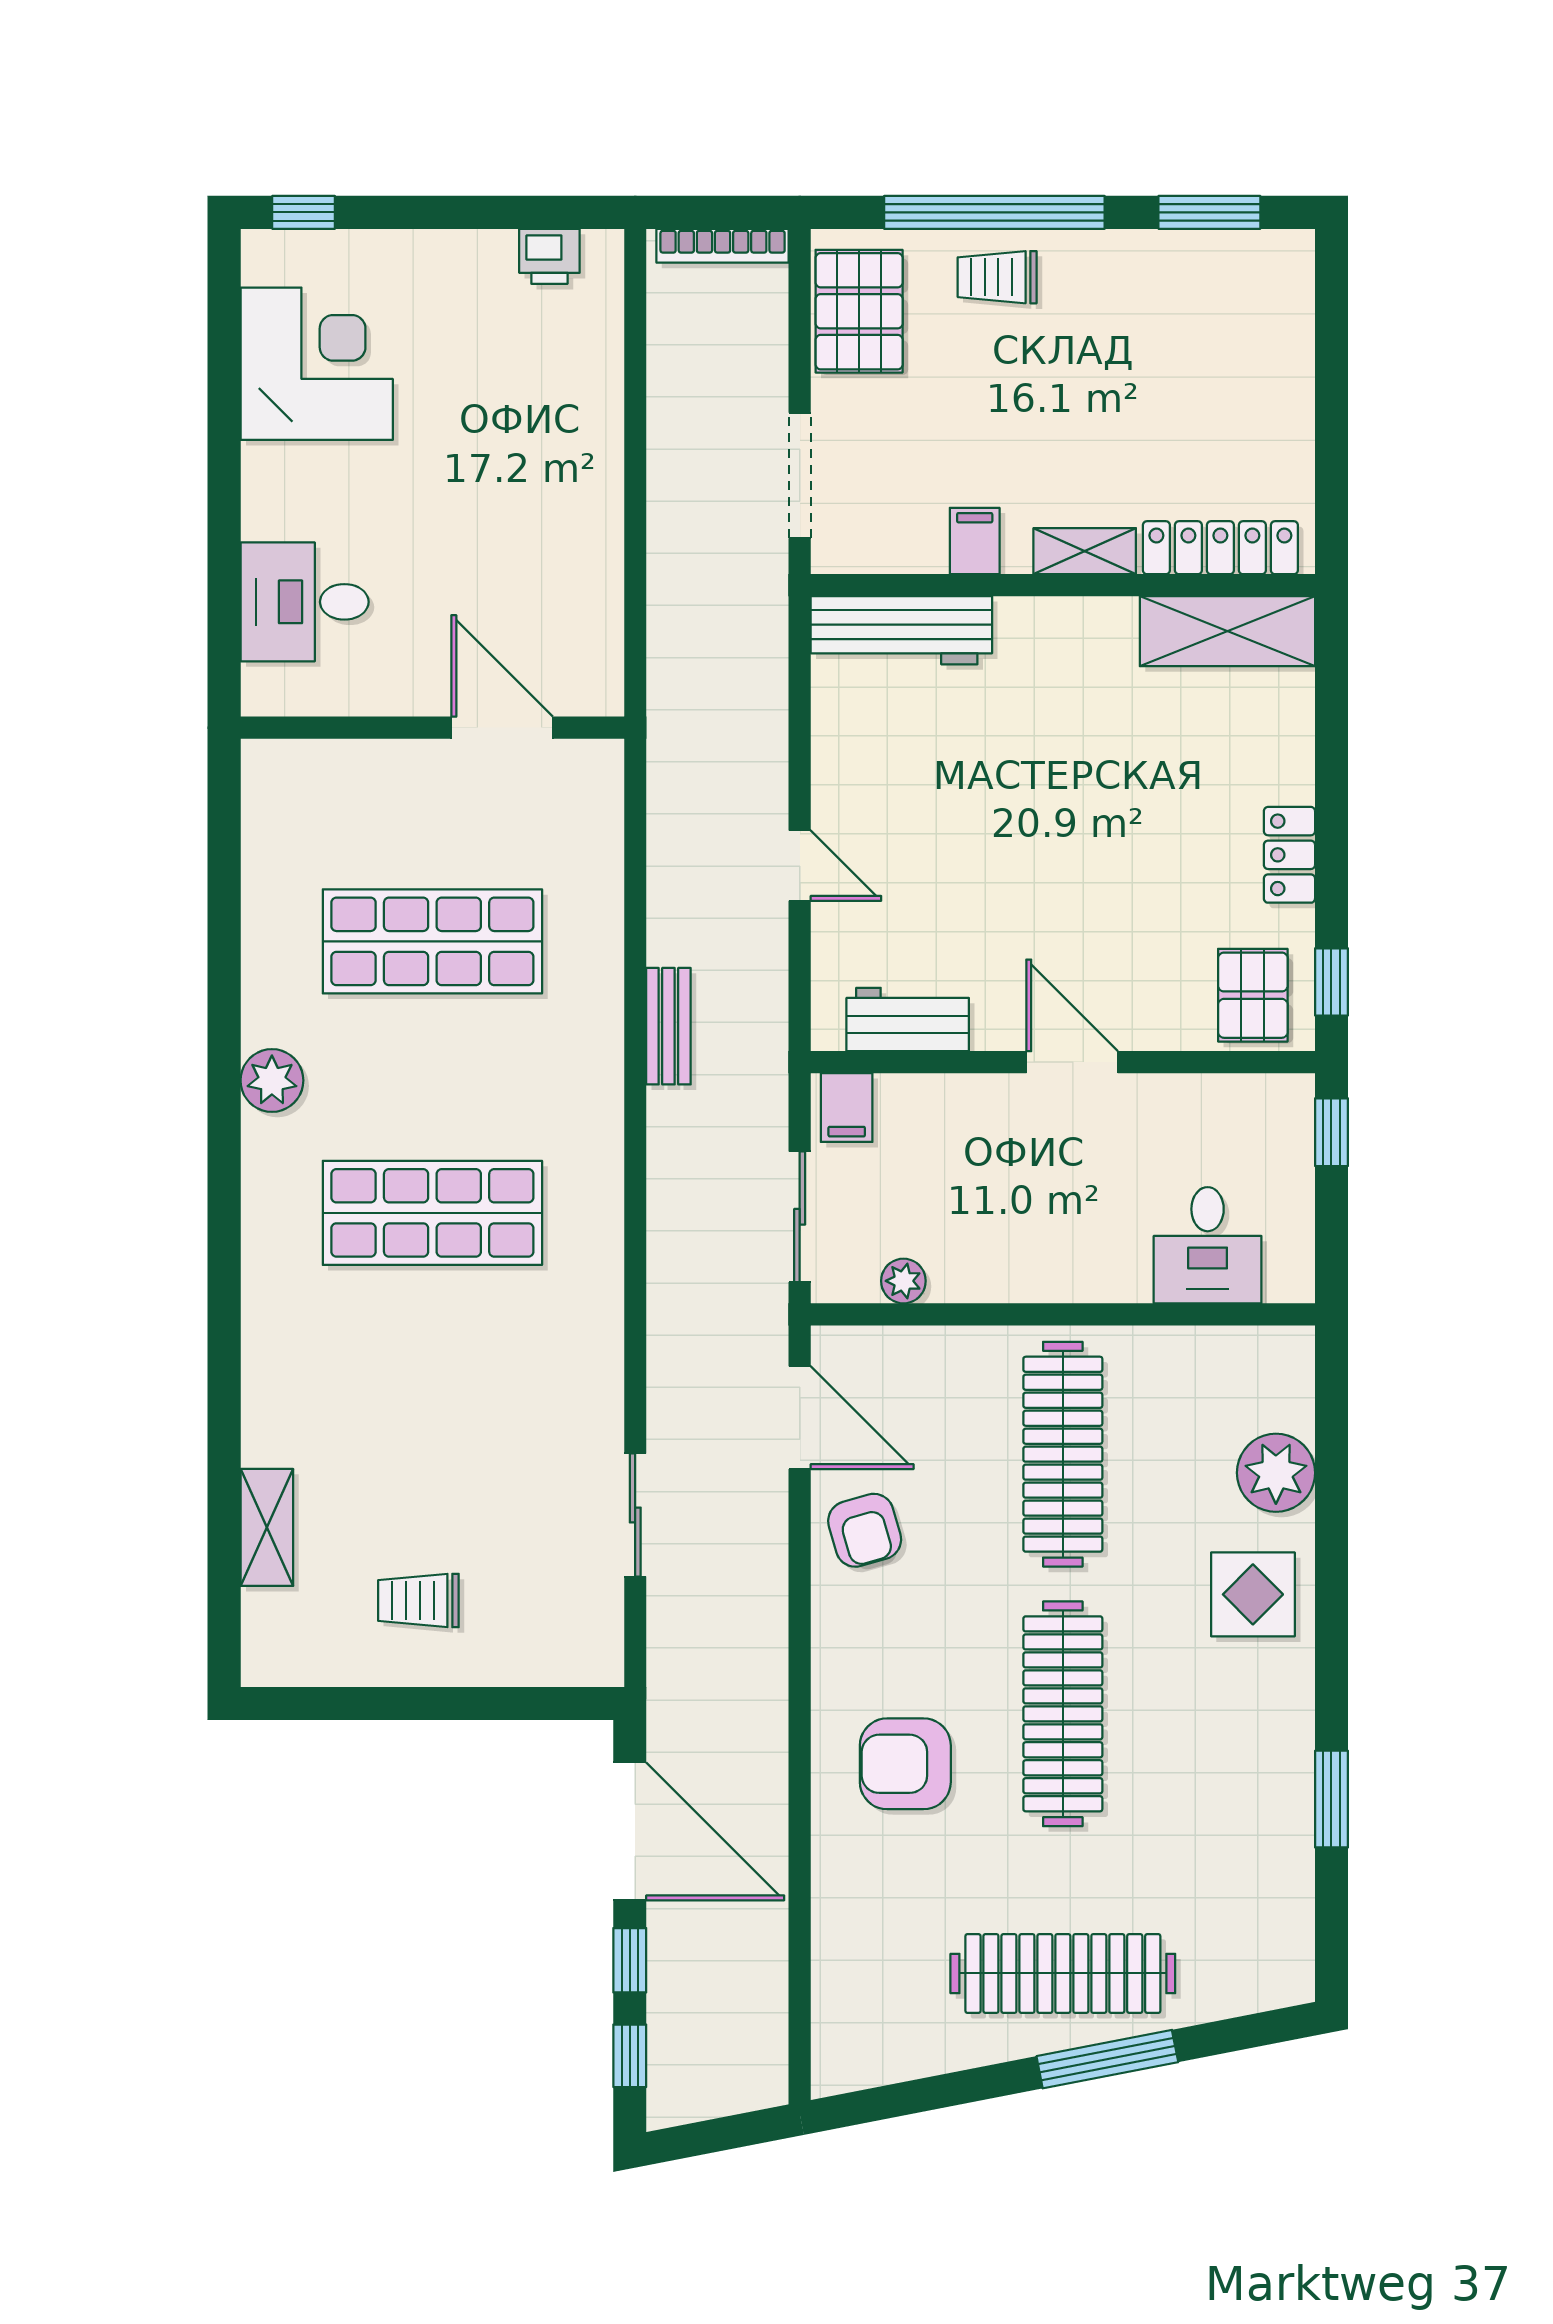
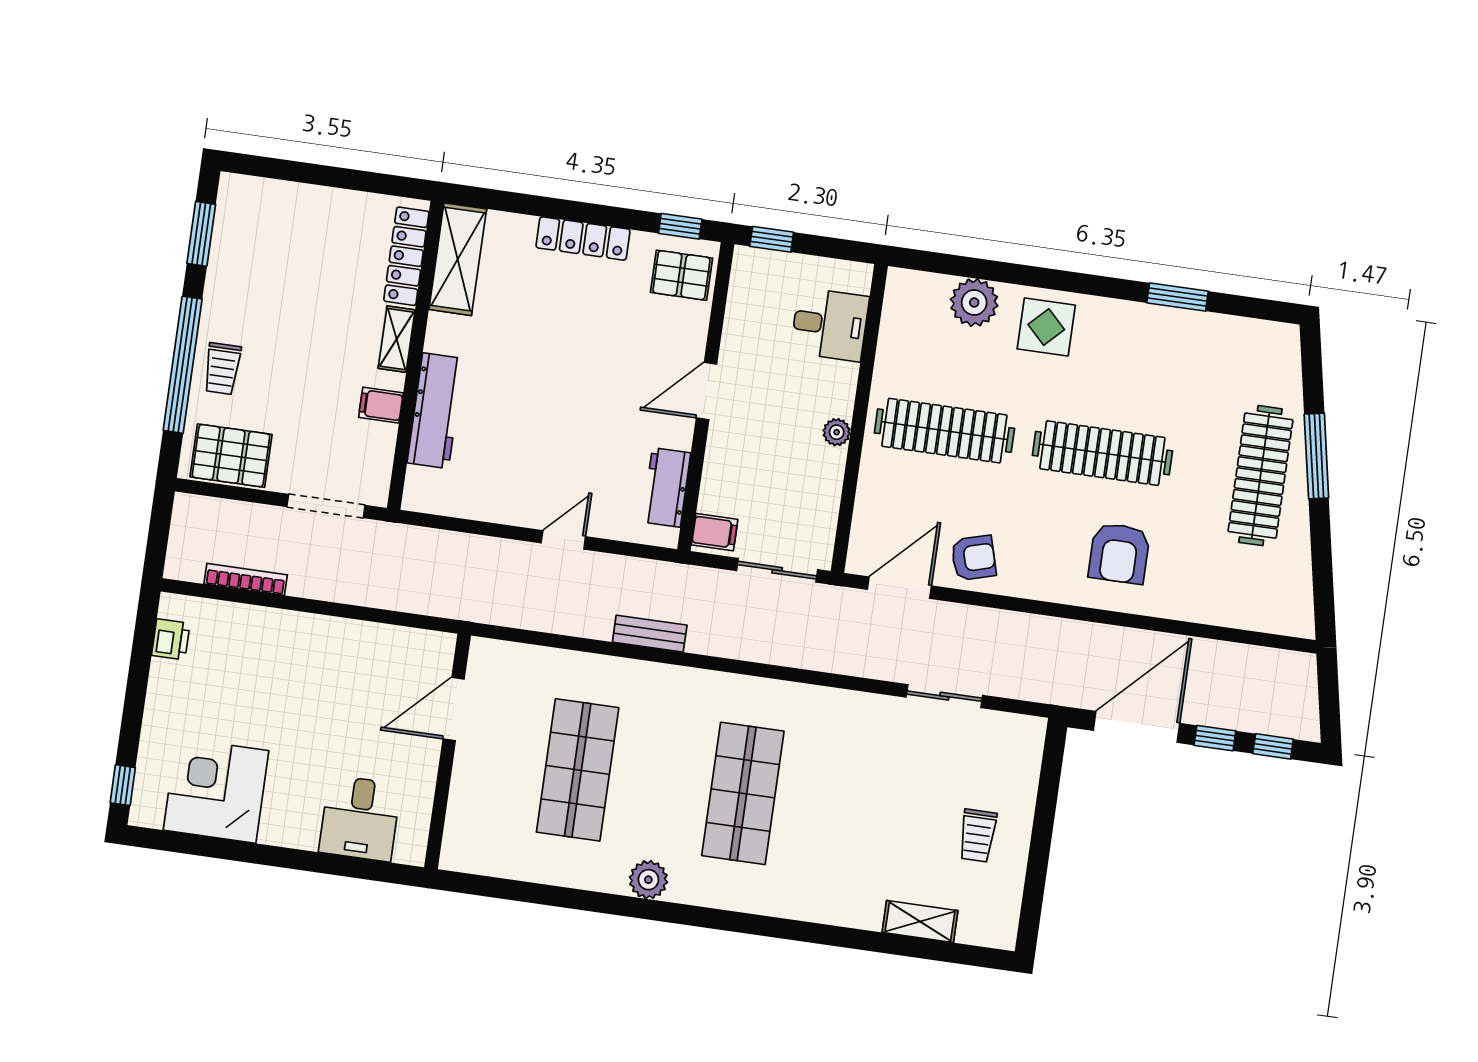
bookcase: (723, 246) -> (246, 579), moved, turned -90
workbench: (901, 630) -> (436, 411), moved
locker: (1289, 855) -> (583, 238), width x1.53
plant: (903, 1281) -> (837, 432), moved

